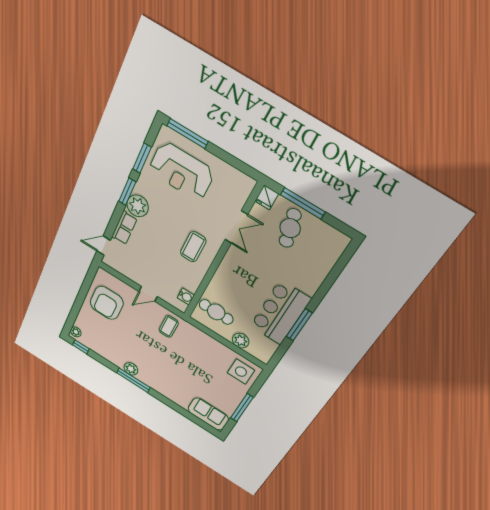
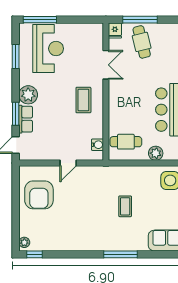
reception desk: (181, 171) -> (48, 49), turned -90
window: (127, 192) -> (16, 114), moved
coffee table: (169, 326) -> (125, 206), moved
plant: (131, 369) -> (85, 245), removed
window: (133, 380) -> (120, 254), moved

